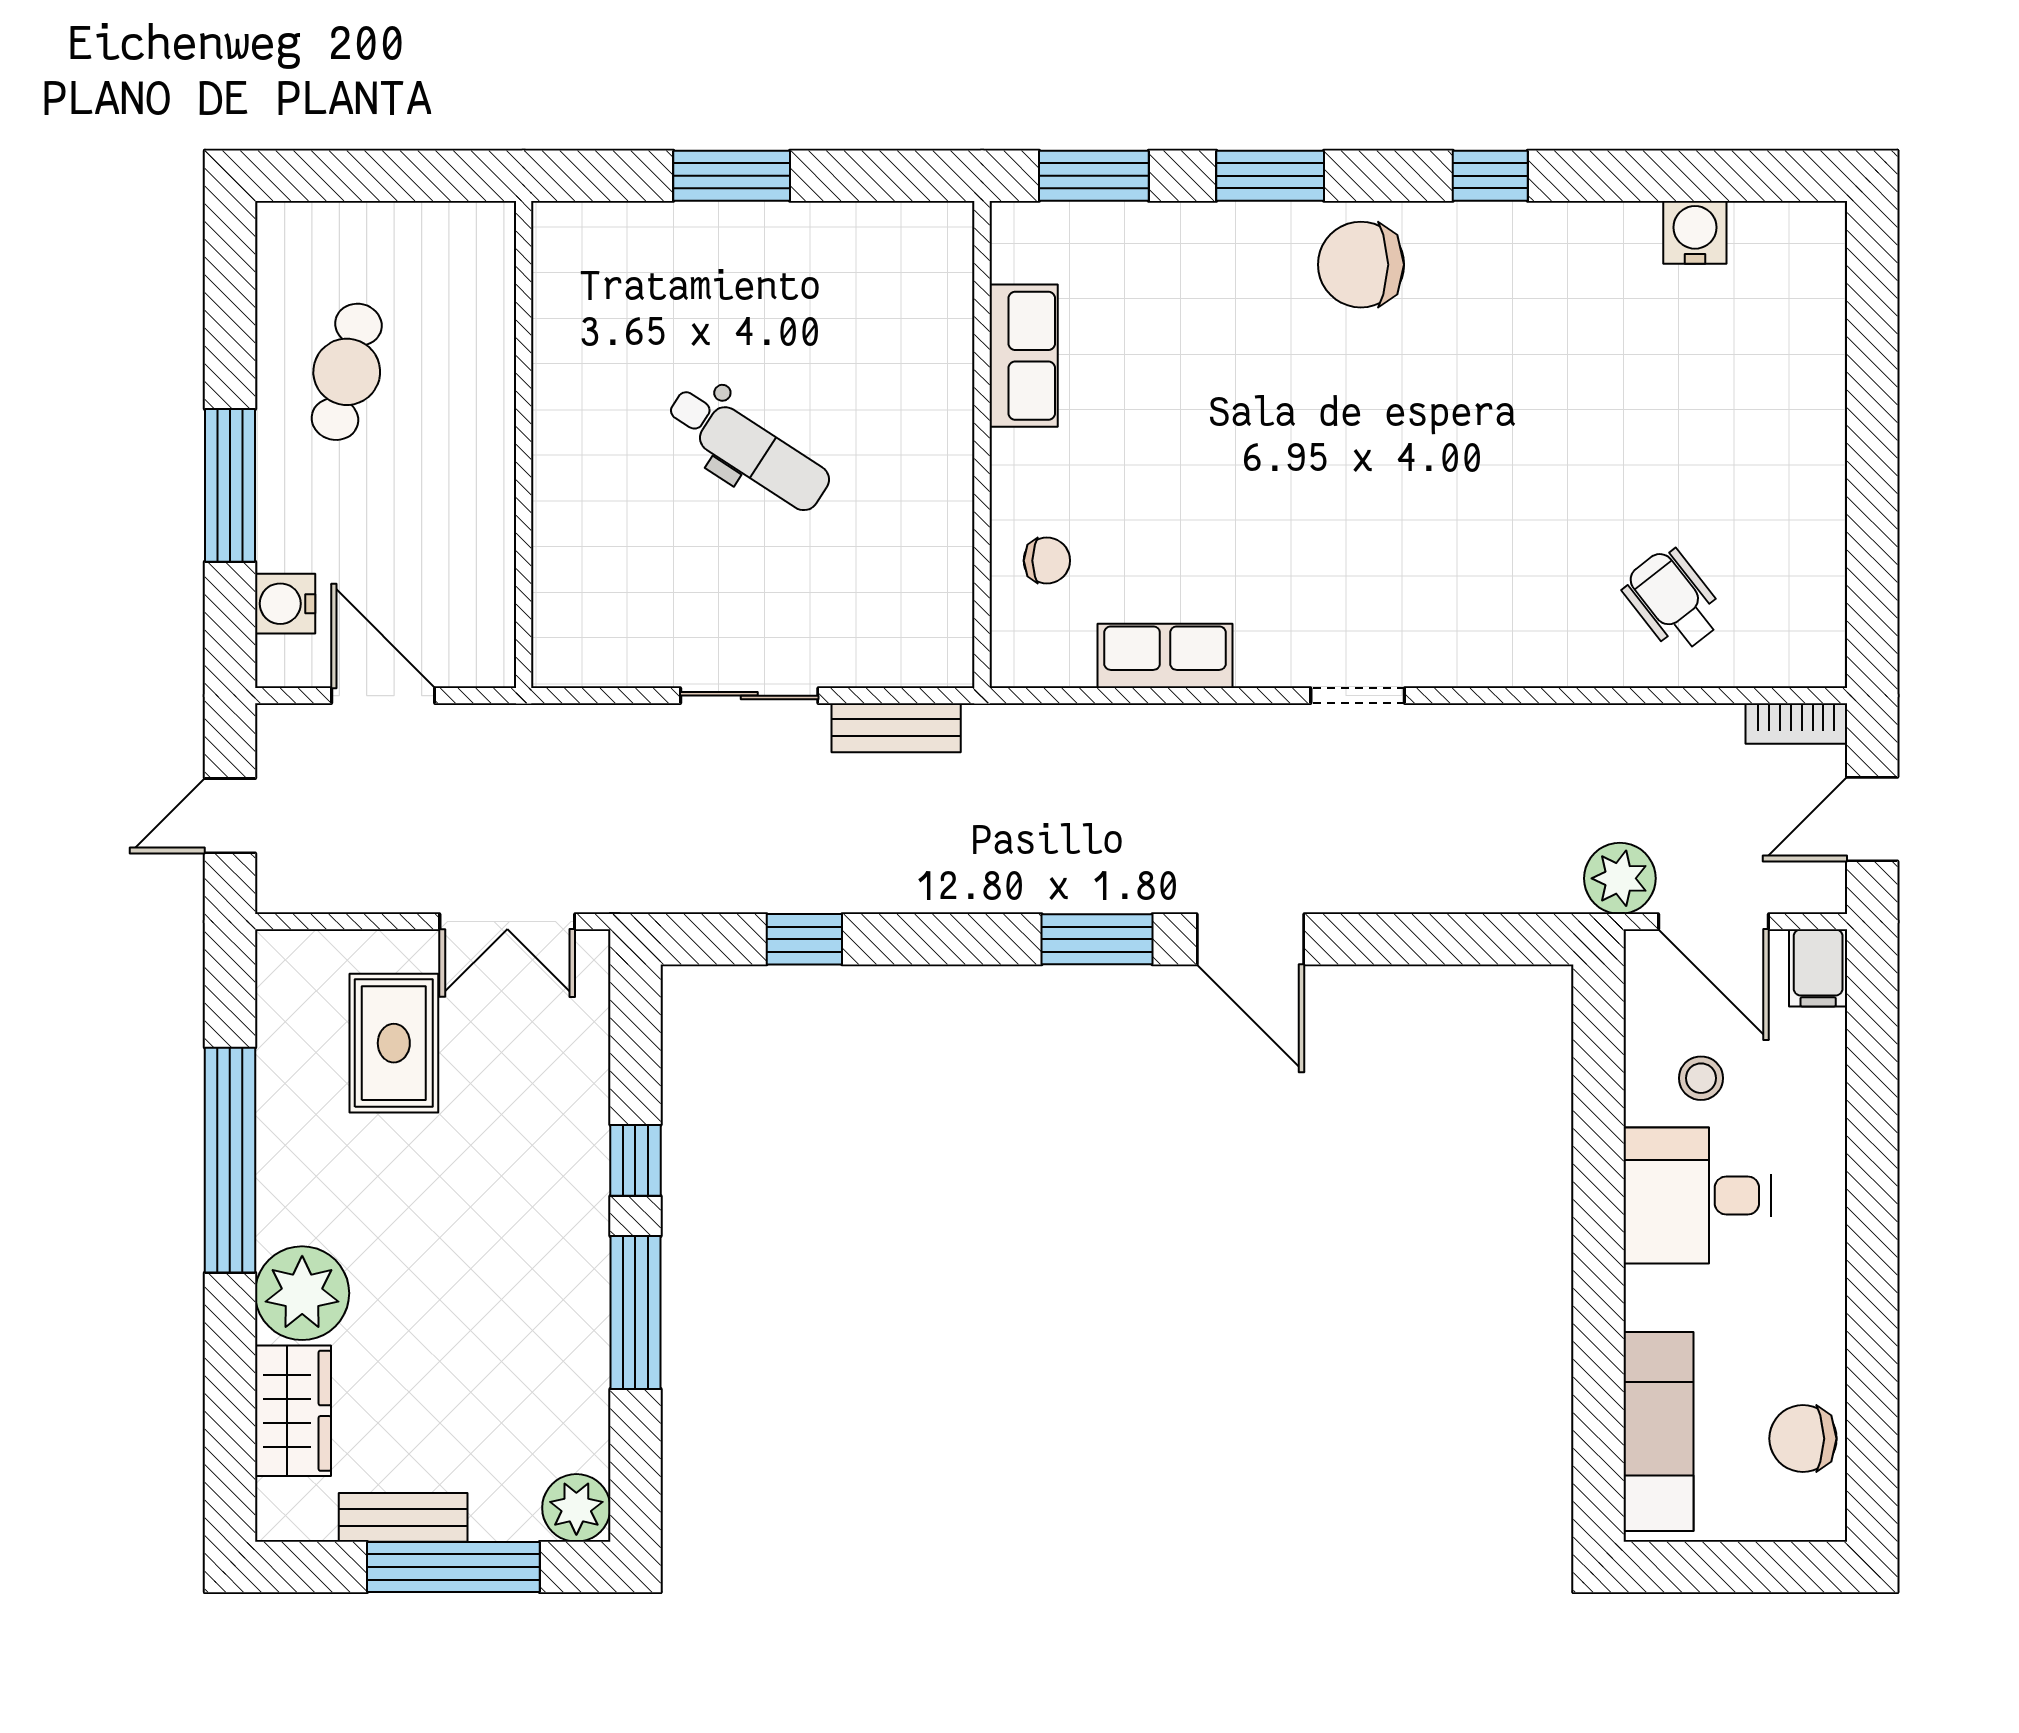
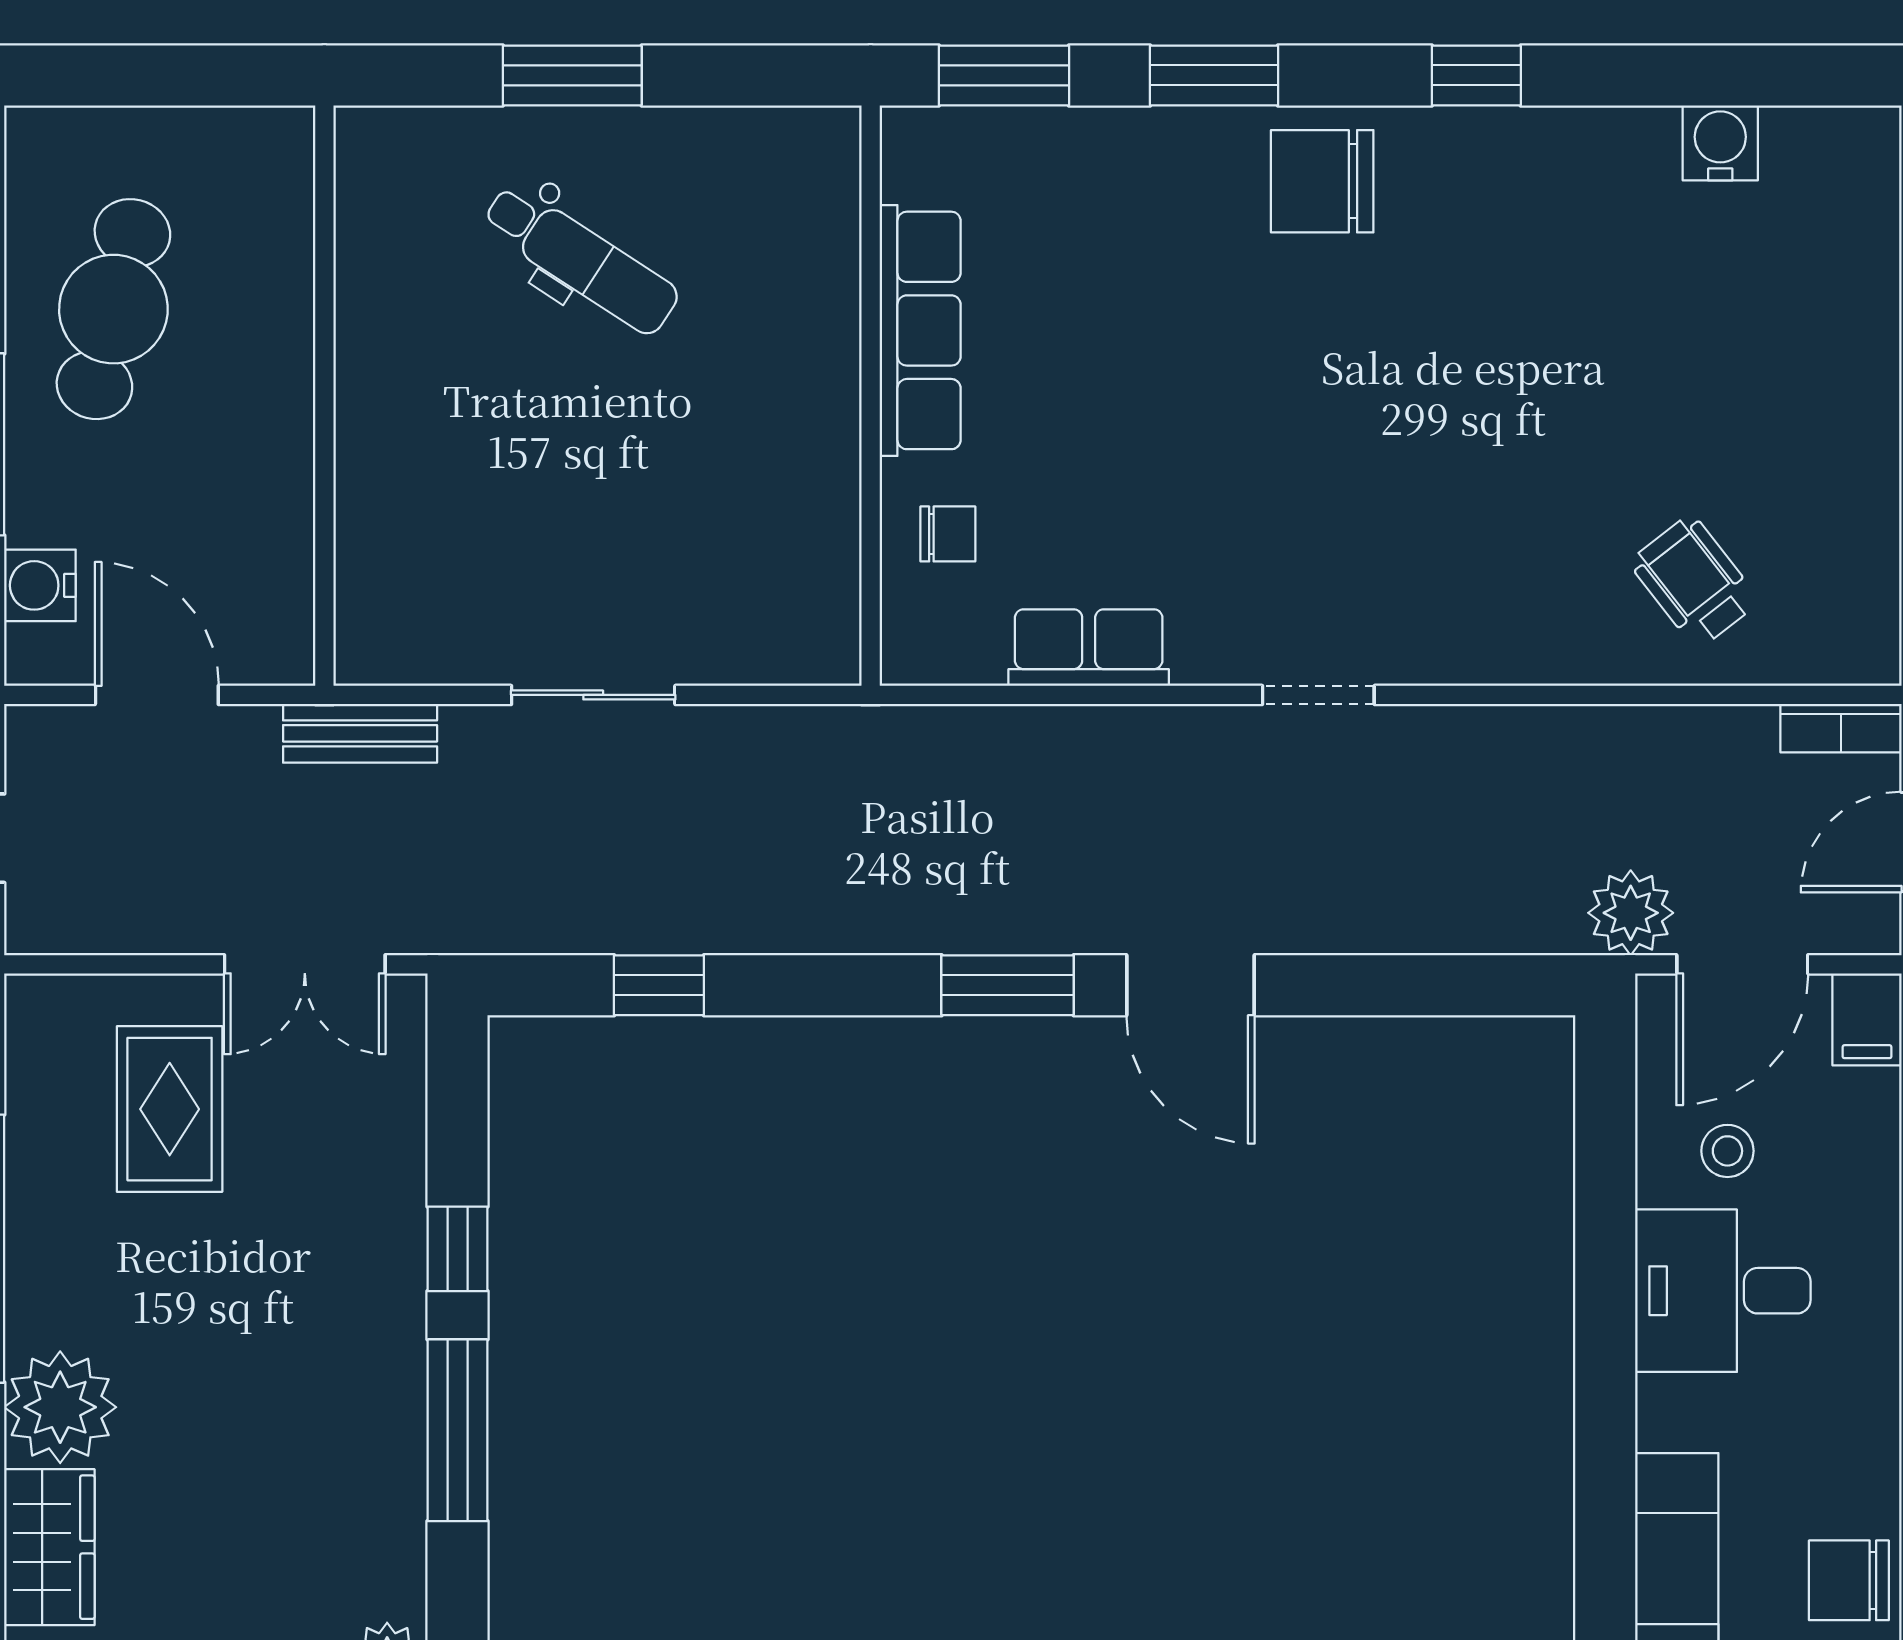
row of seats: (1024, 356) -> (920, 330), width x1.48
cafe table: (347, 372) -> (113, 309), width x1.37, depth x1.35
dental chair: (748, 448) -> (581, 259), moved
bench: (896, 728) -> (360, 733), moved
door: (1713, 922) -> (1742, 964), hinge flipped

